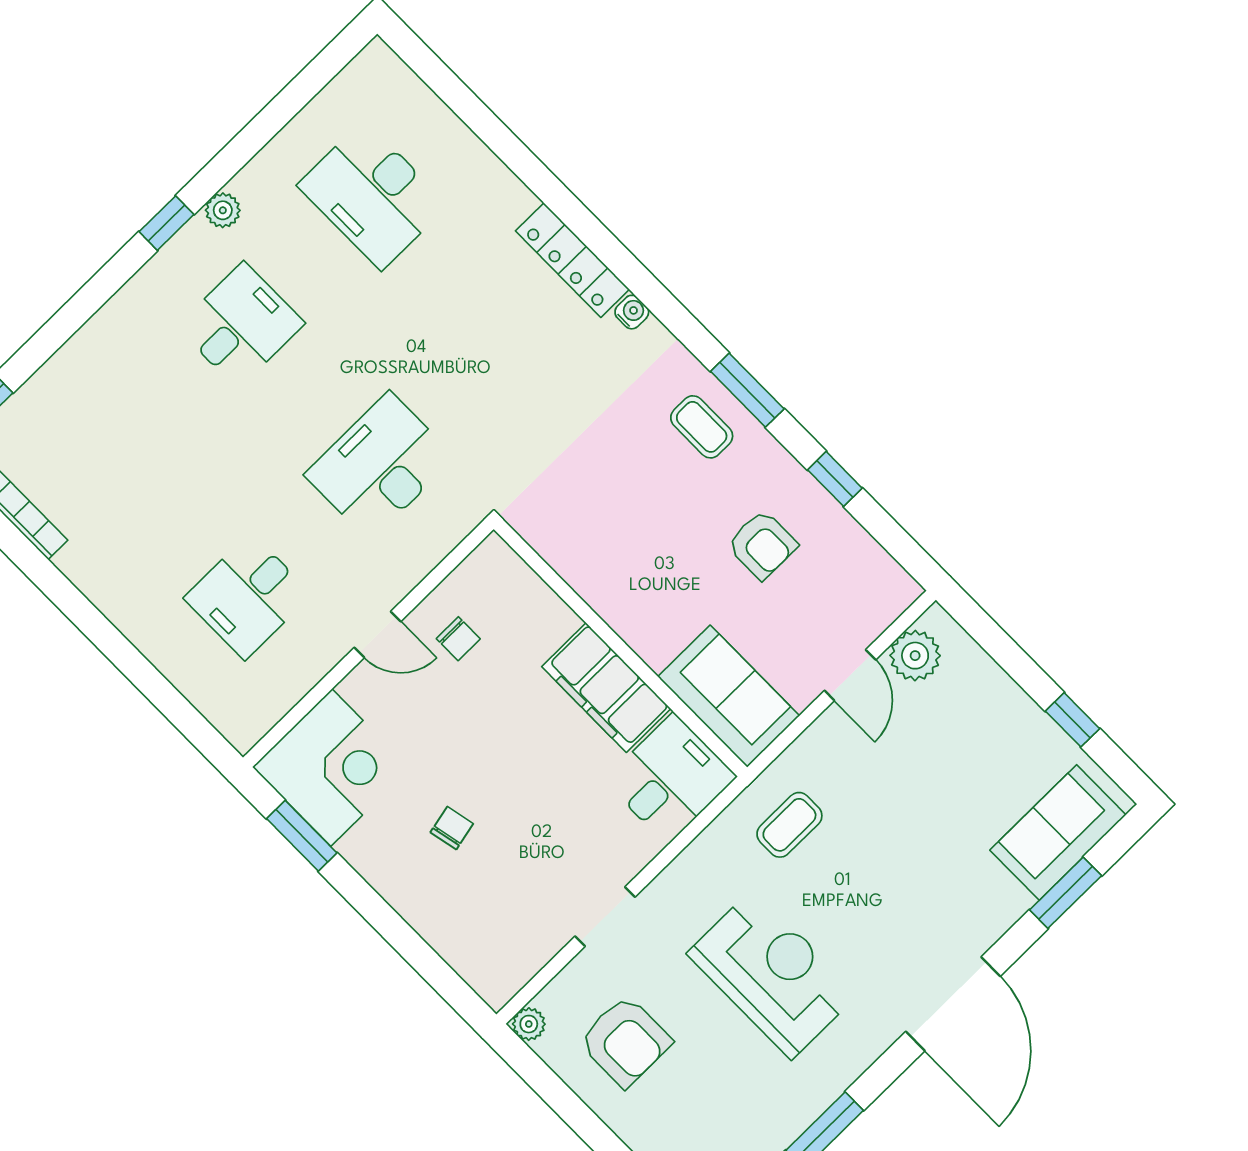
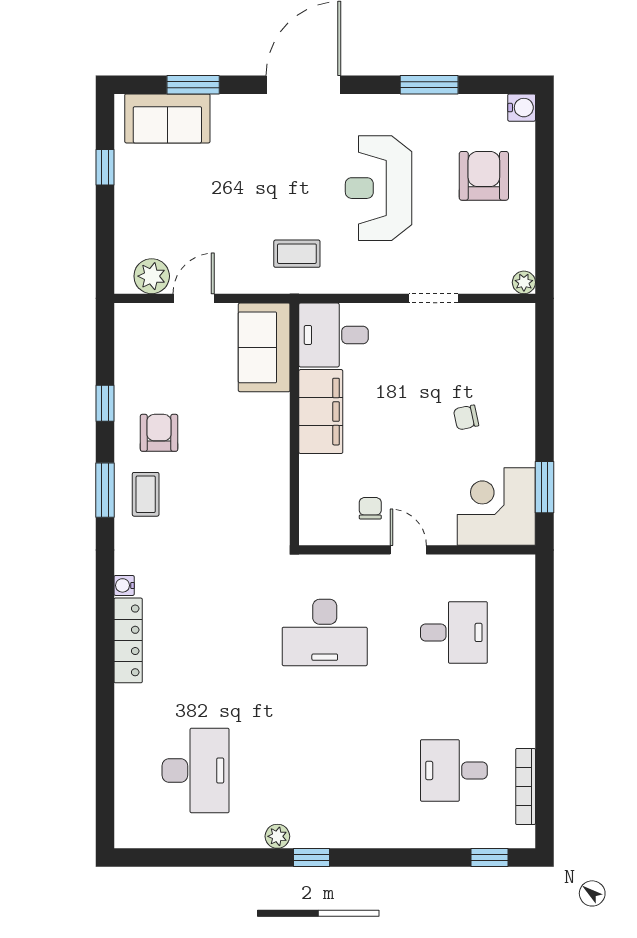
desk: (241, 325) -> (454, 770), moved
armchair: (762, 545) -> (159, 433), moved
armchair: (625, 1041) -> (484, 176), moved

